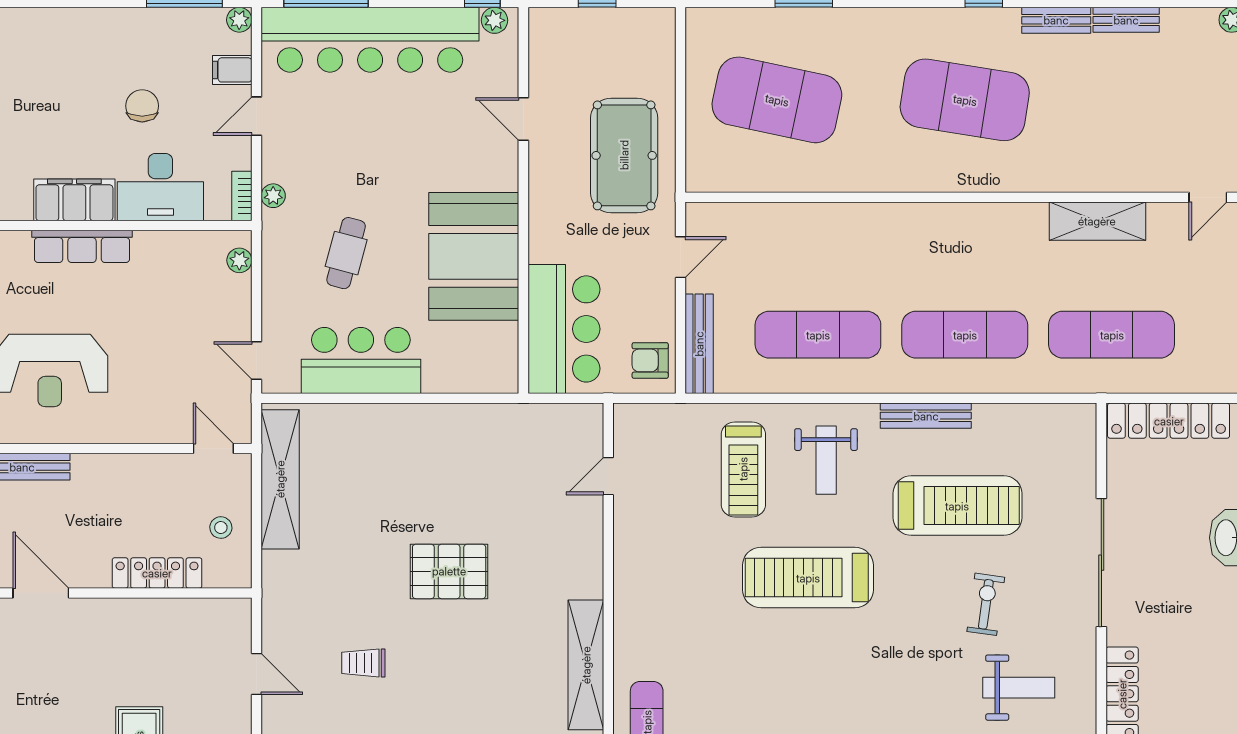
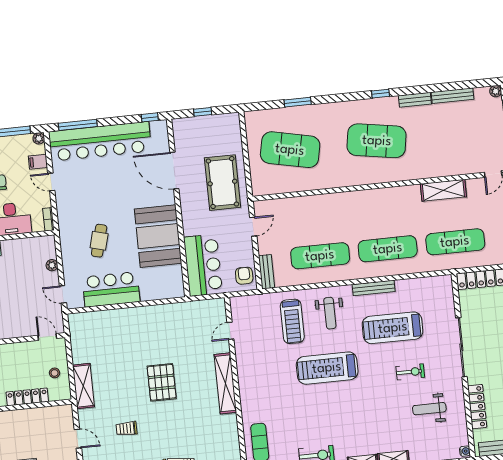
plant: (495, 20) -> (156, 126), removed
bench: (1126, 20) -> (453, 96), width x1.36
door: (256, 116) -> (51, 182), hinge flipped
door: (523, 119) -> (174, 171), width x1.87
plant: (273, 196) -> (63, 218), removed
plant: (239, 260) -> (52, 265), moved
bench: (699, 344) -> (267, 272), width x0.73
armchair: (650, 360) -> (244, 276), turned 90
shelving: (280, 479) -> (83, 386), moved, width x0.68
treadmill: (957, 506) -> (393, 328), turned 180
pallet: (449, 571) -> (162, 382), turned 90
exercise bike: (986, 604) -> (410, 372), turned 82
shelving: (586, 665) -> (225, 383), moved
weight bench: (1019, 688) -> (429, 409), turned 180

